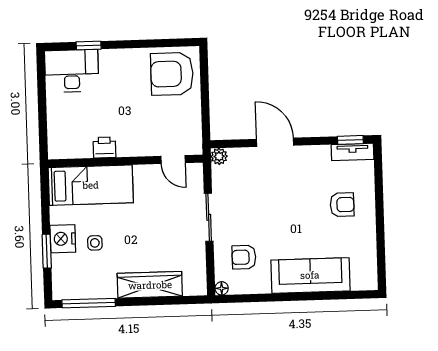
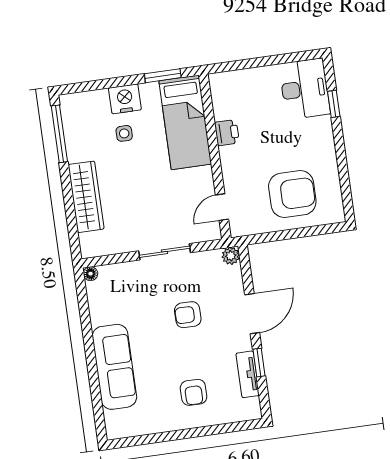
armchair: (172, 74) -> (292, 194), moved, turned 90
window: (350, 140) -> (259, 363), moved
tv unit: (353, 152) -> (248, 374), moved
window: (47, 251) -> (163, 76), moved
armchair: (244, 257) -> (188, 315), moved, turned -90

